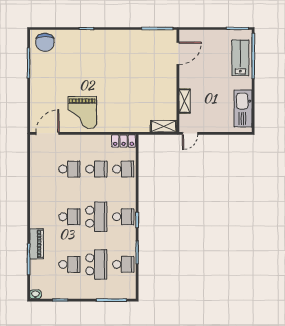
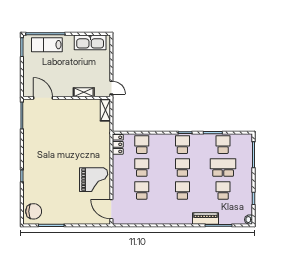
school desk: (96, 217) -> (182, 168), width x0.54

